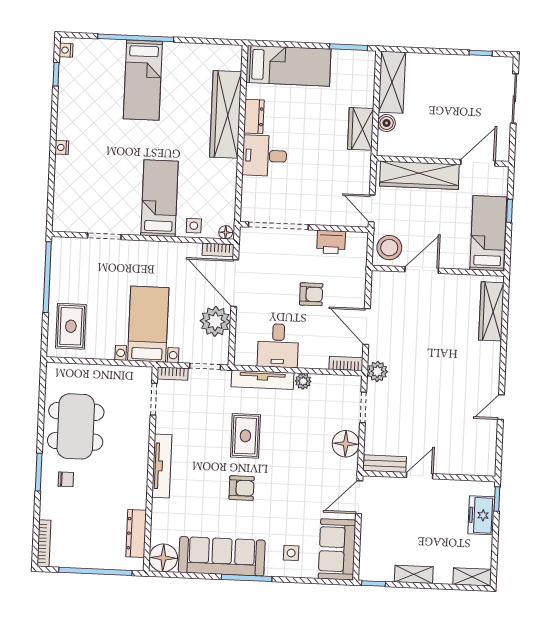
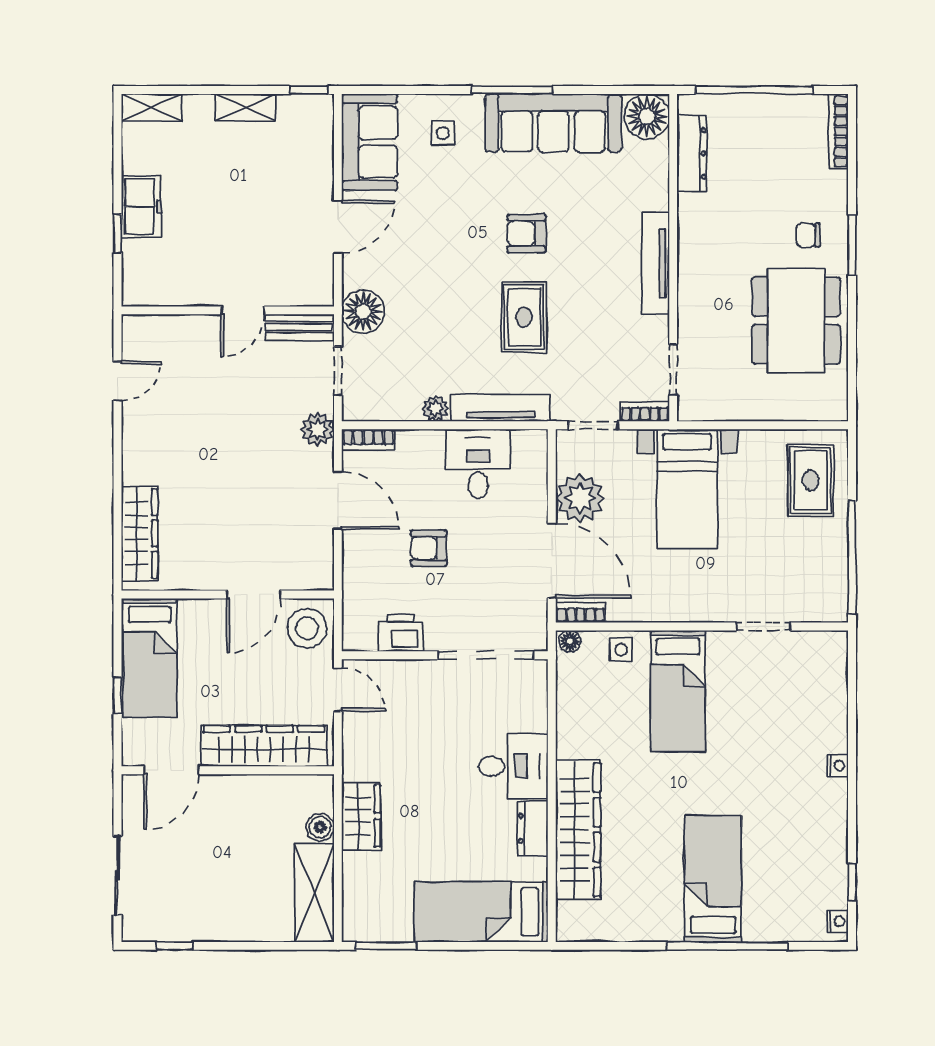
bench: (385, 464) -> (299, 327), moved
door: (420, 476) -> (243, 310), moved
wall: (429, 476) -> (228, 310), moved

